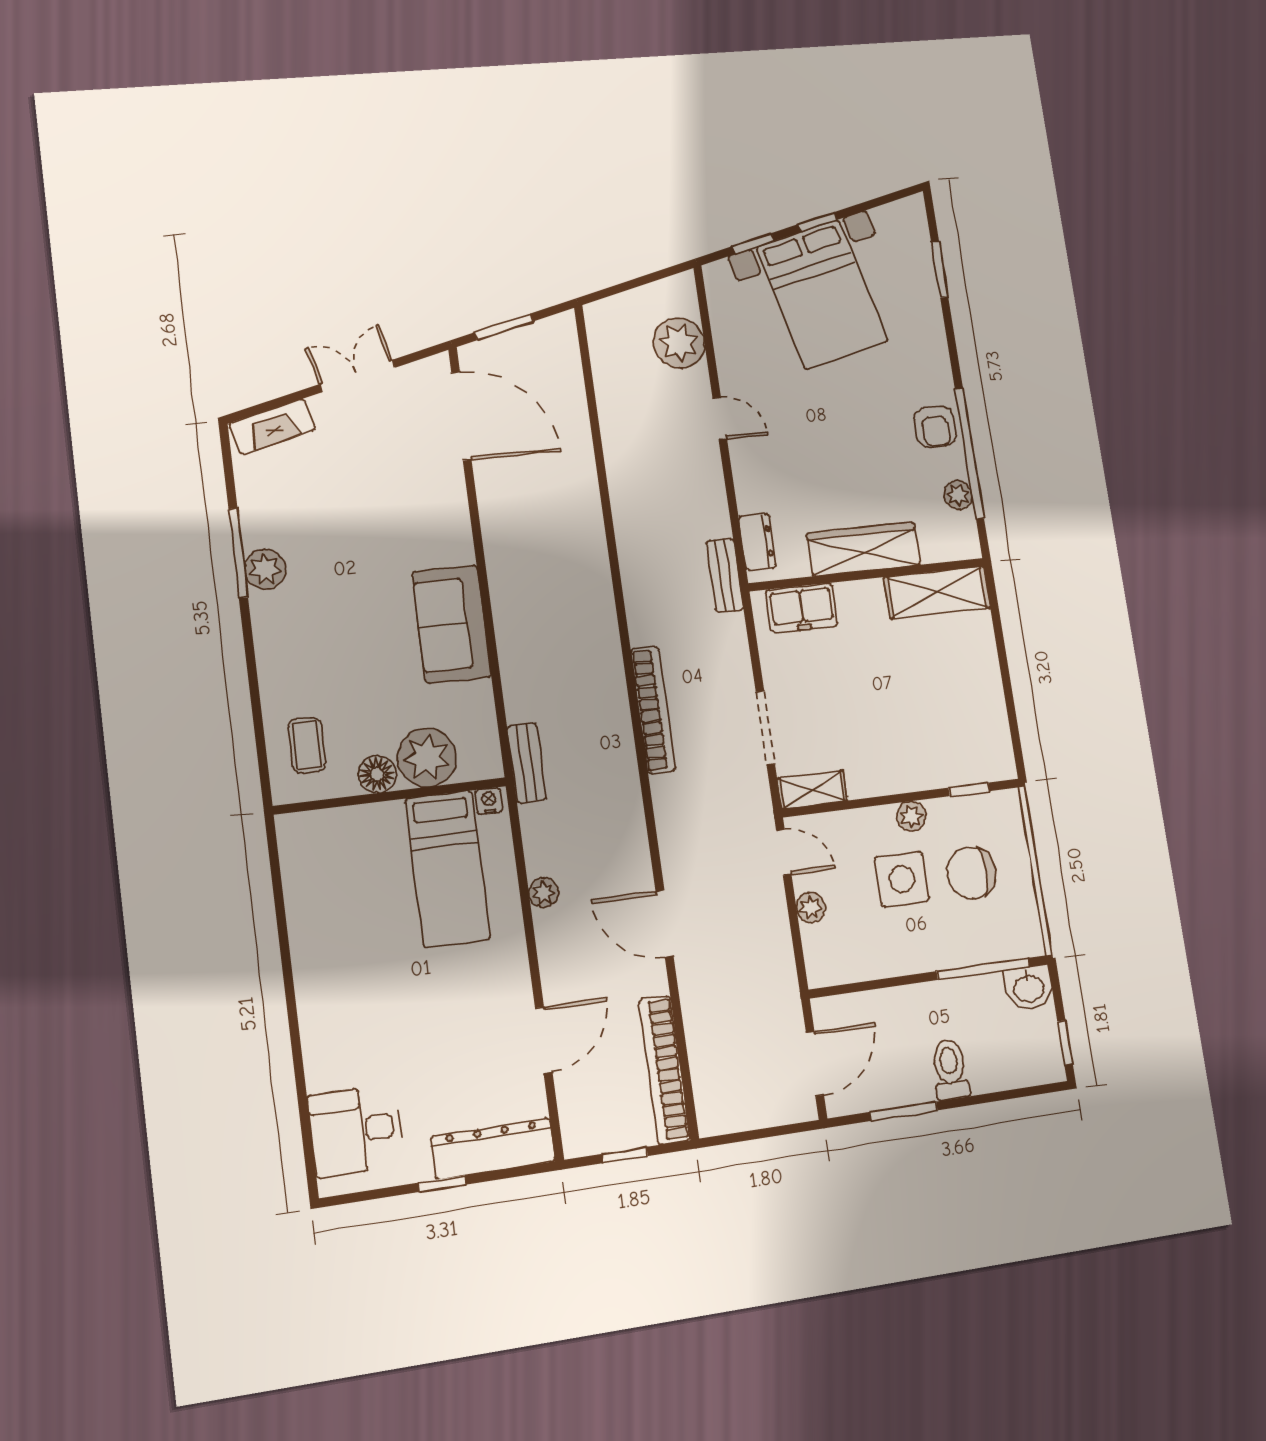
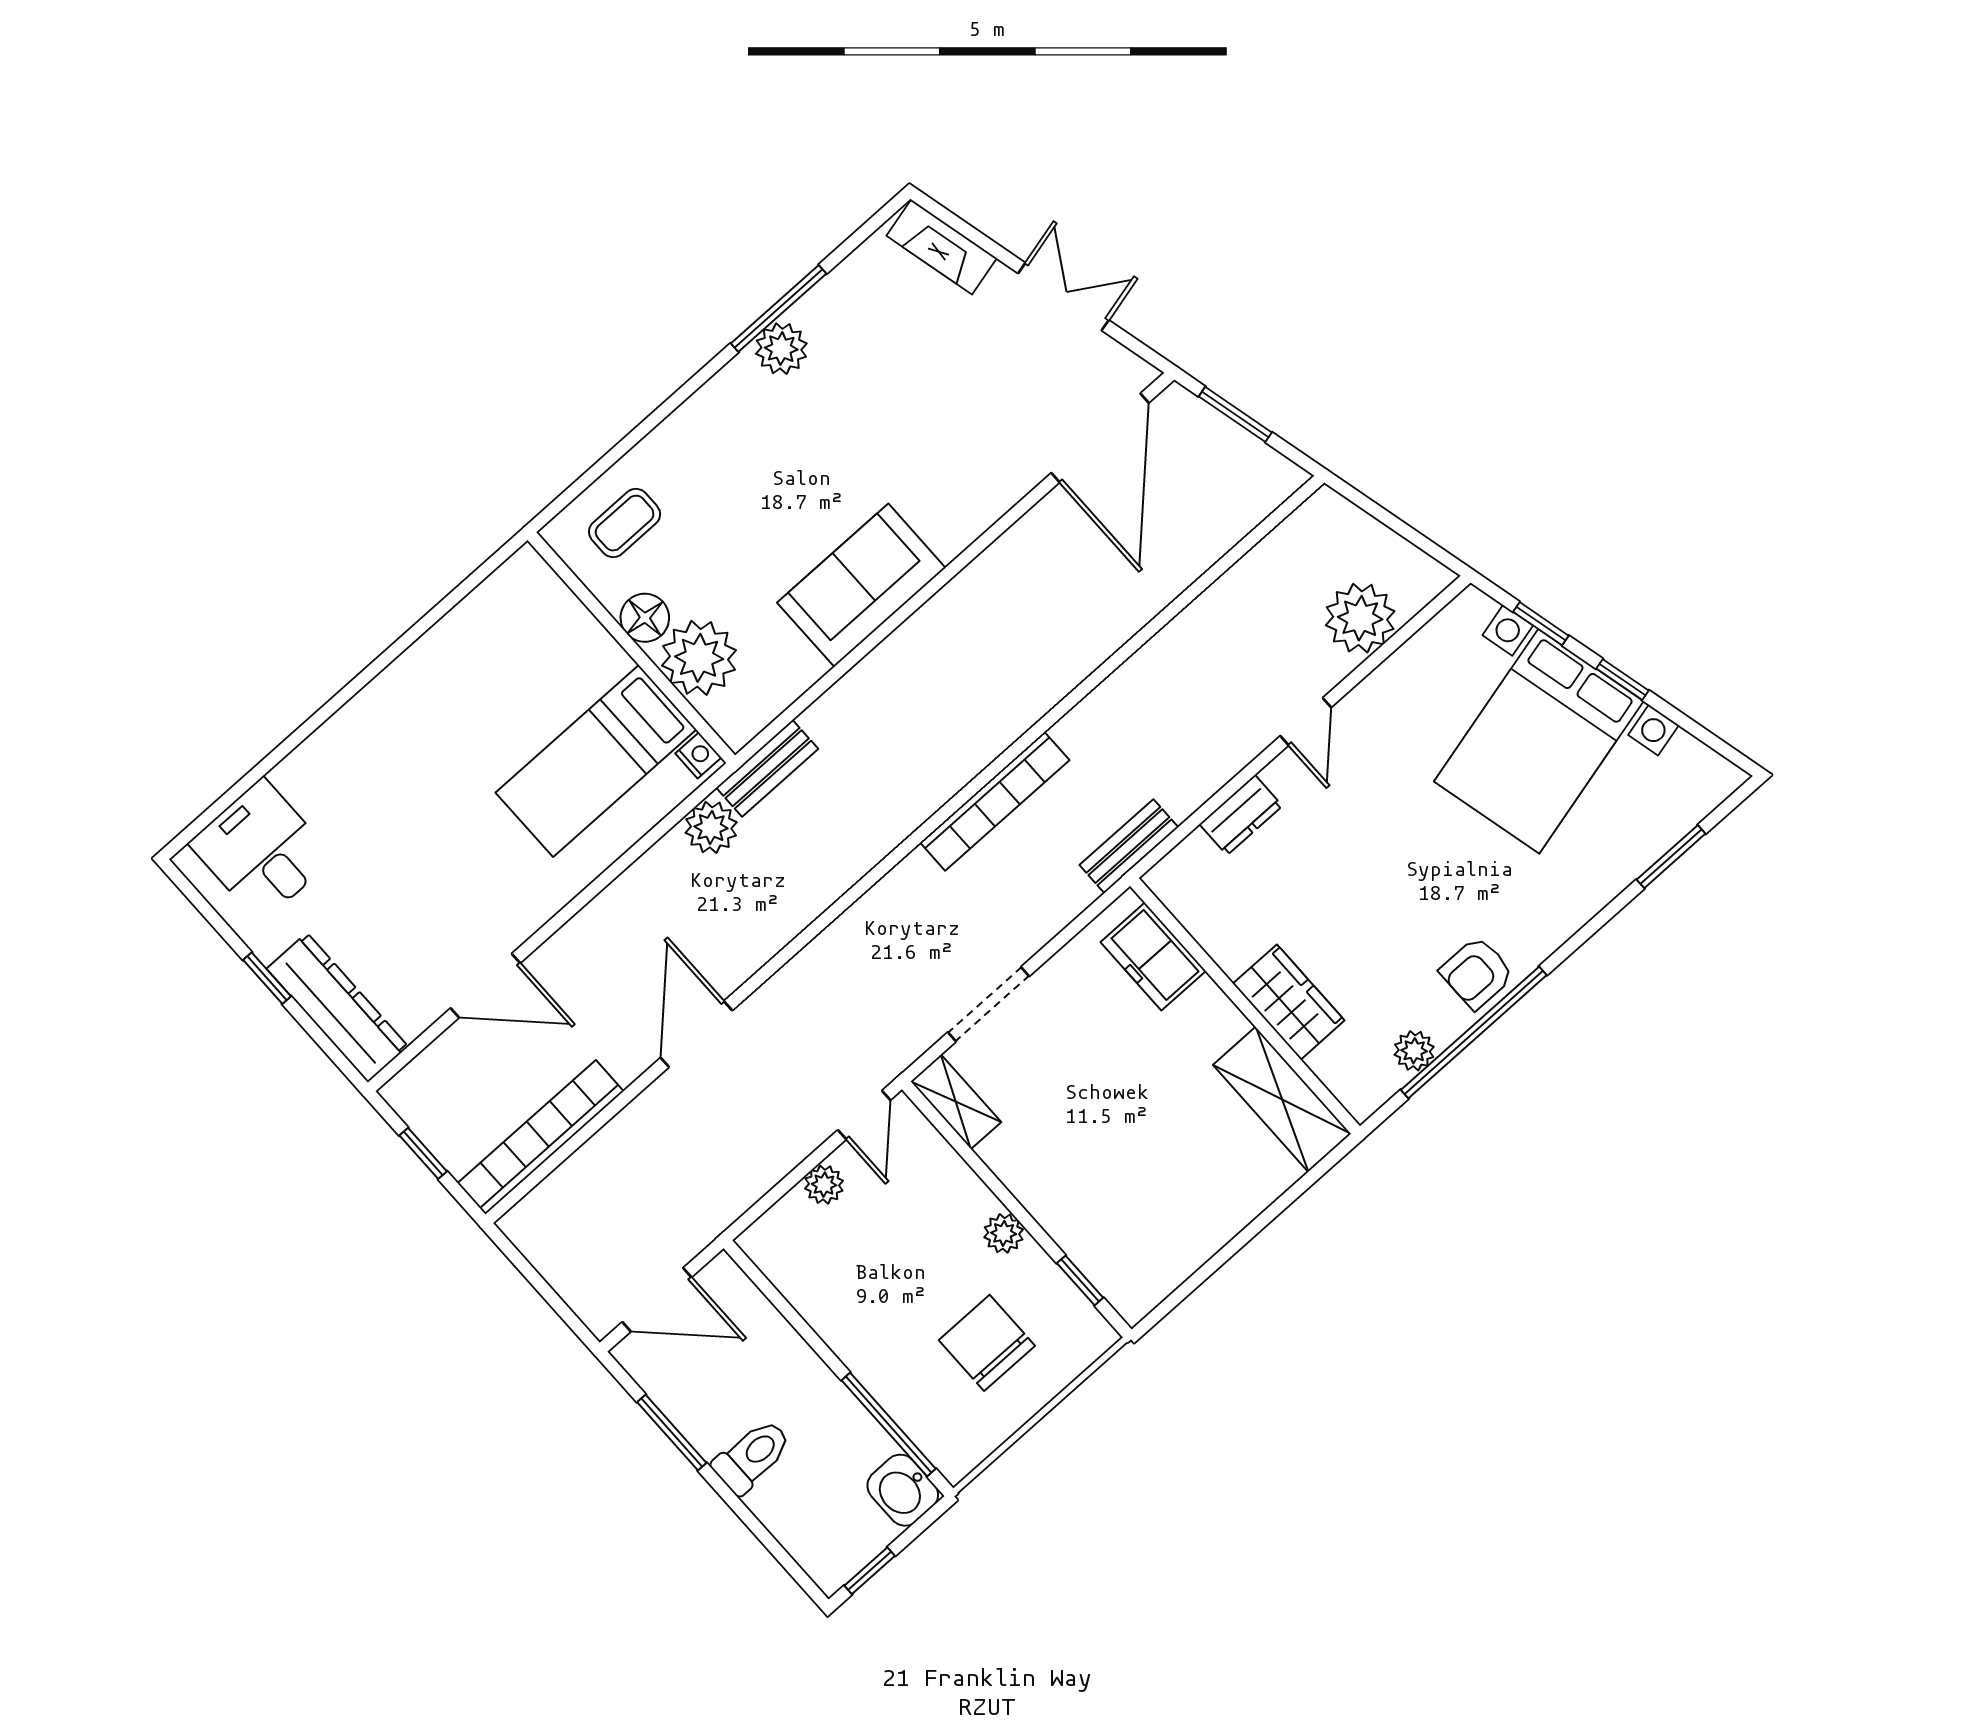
dresser: (757, 542) -> (1241, 815), moved
wardrobe: (864, 549) -> (1289, 1002), width x0.67
bookcase: (653, 710) -> (995, 801), moved
side table: (902, 879) -> (926, 1268), removed
plant: (544, 892) -> (711, 827), moved, width x1.38, depth x1.38

